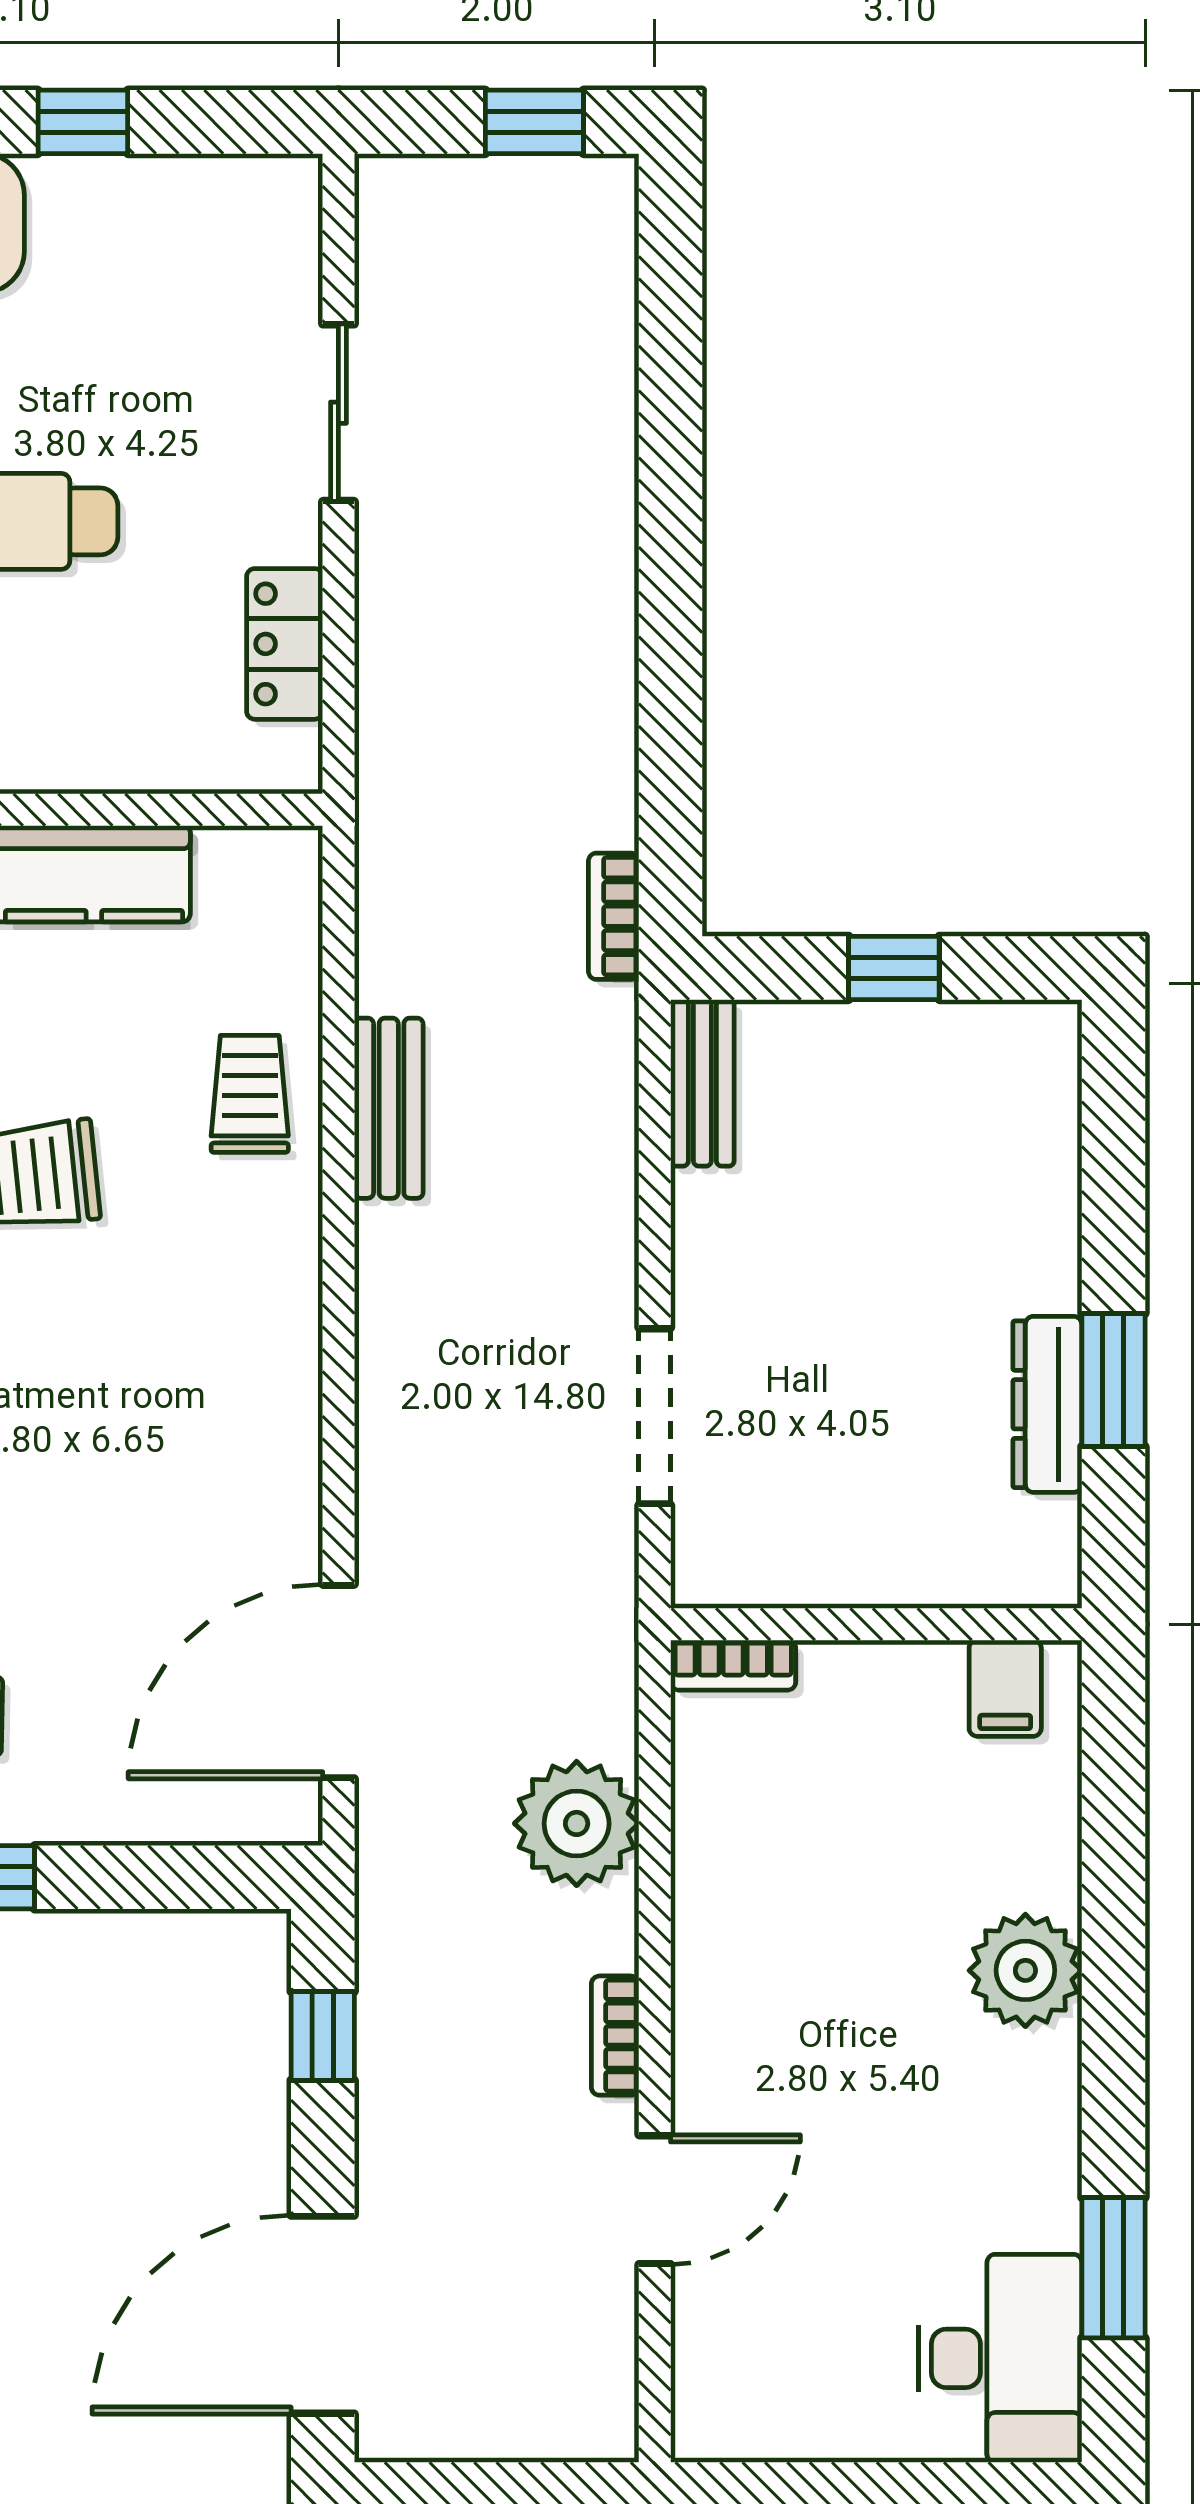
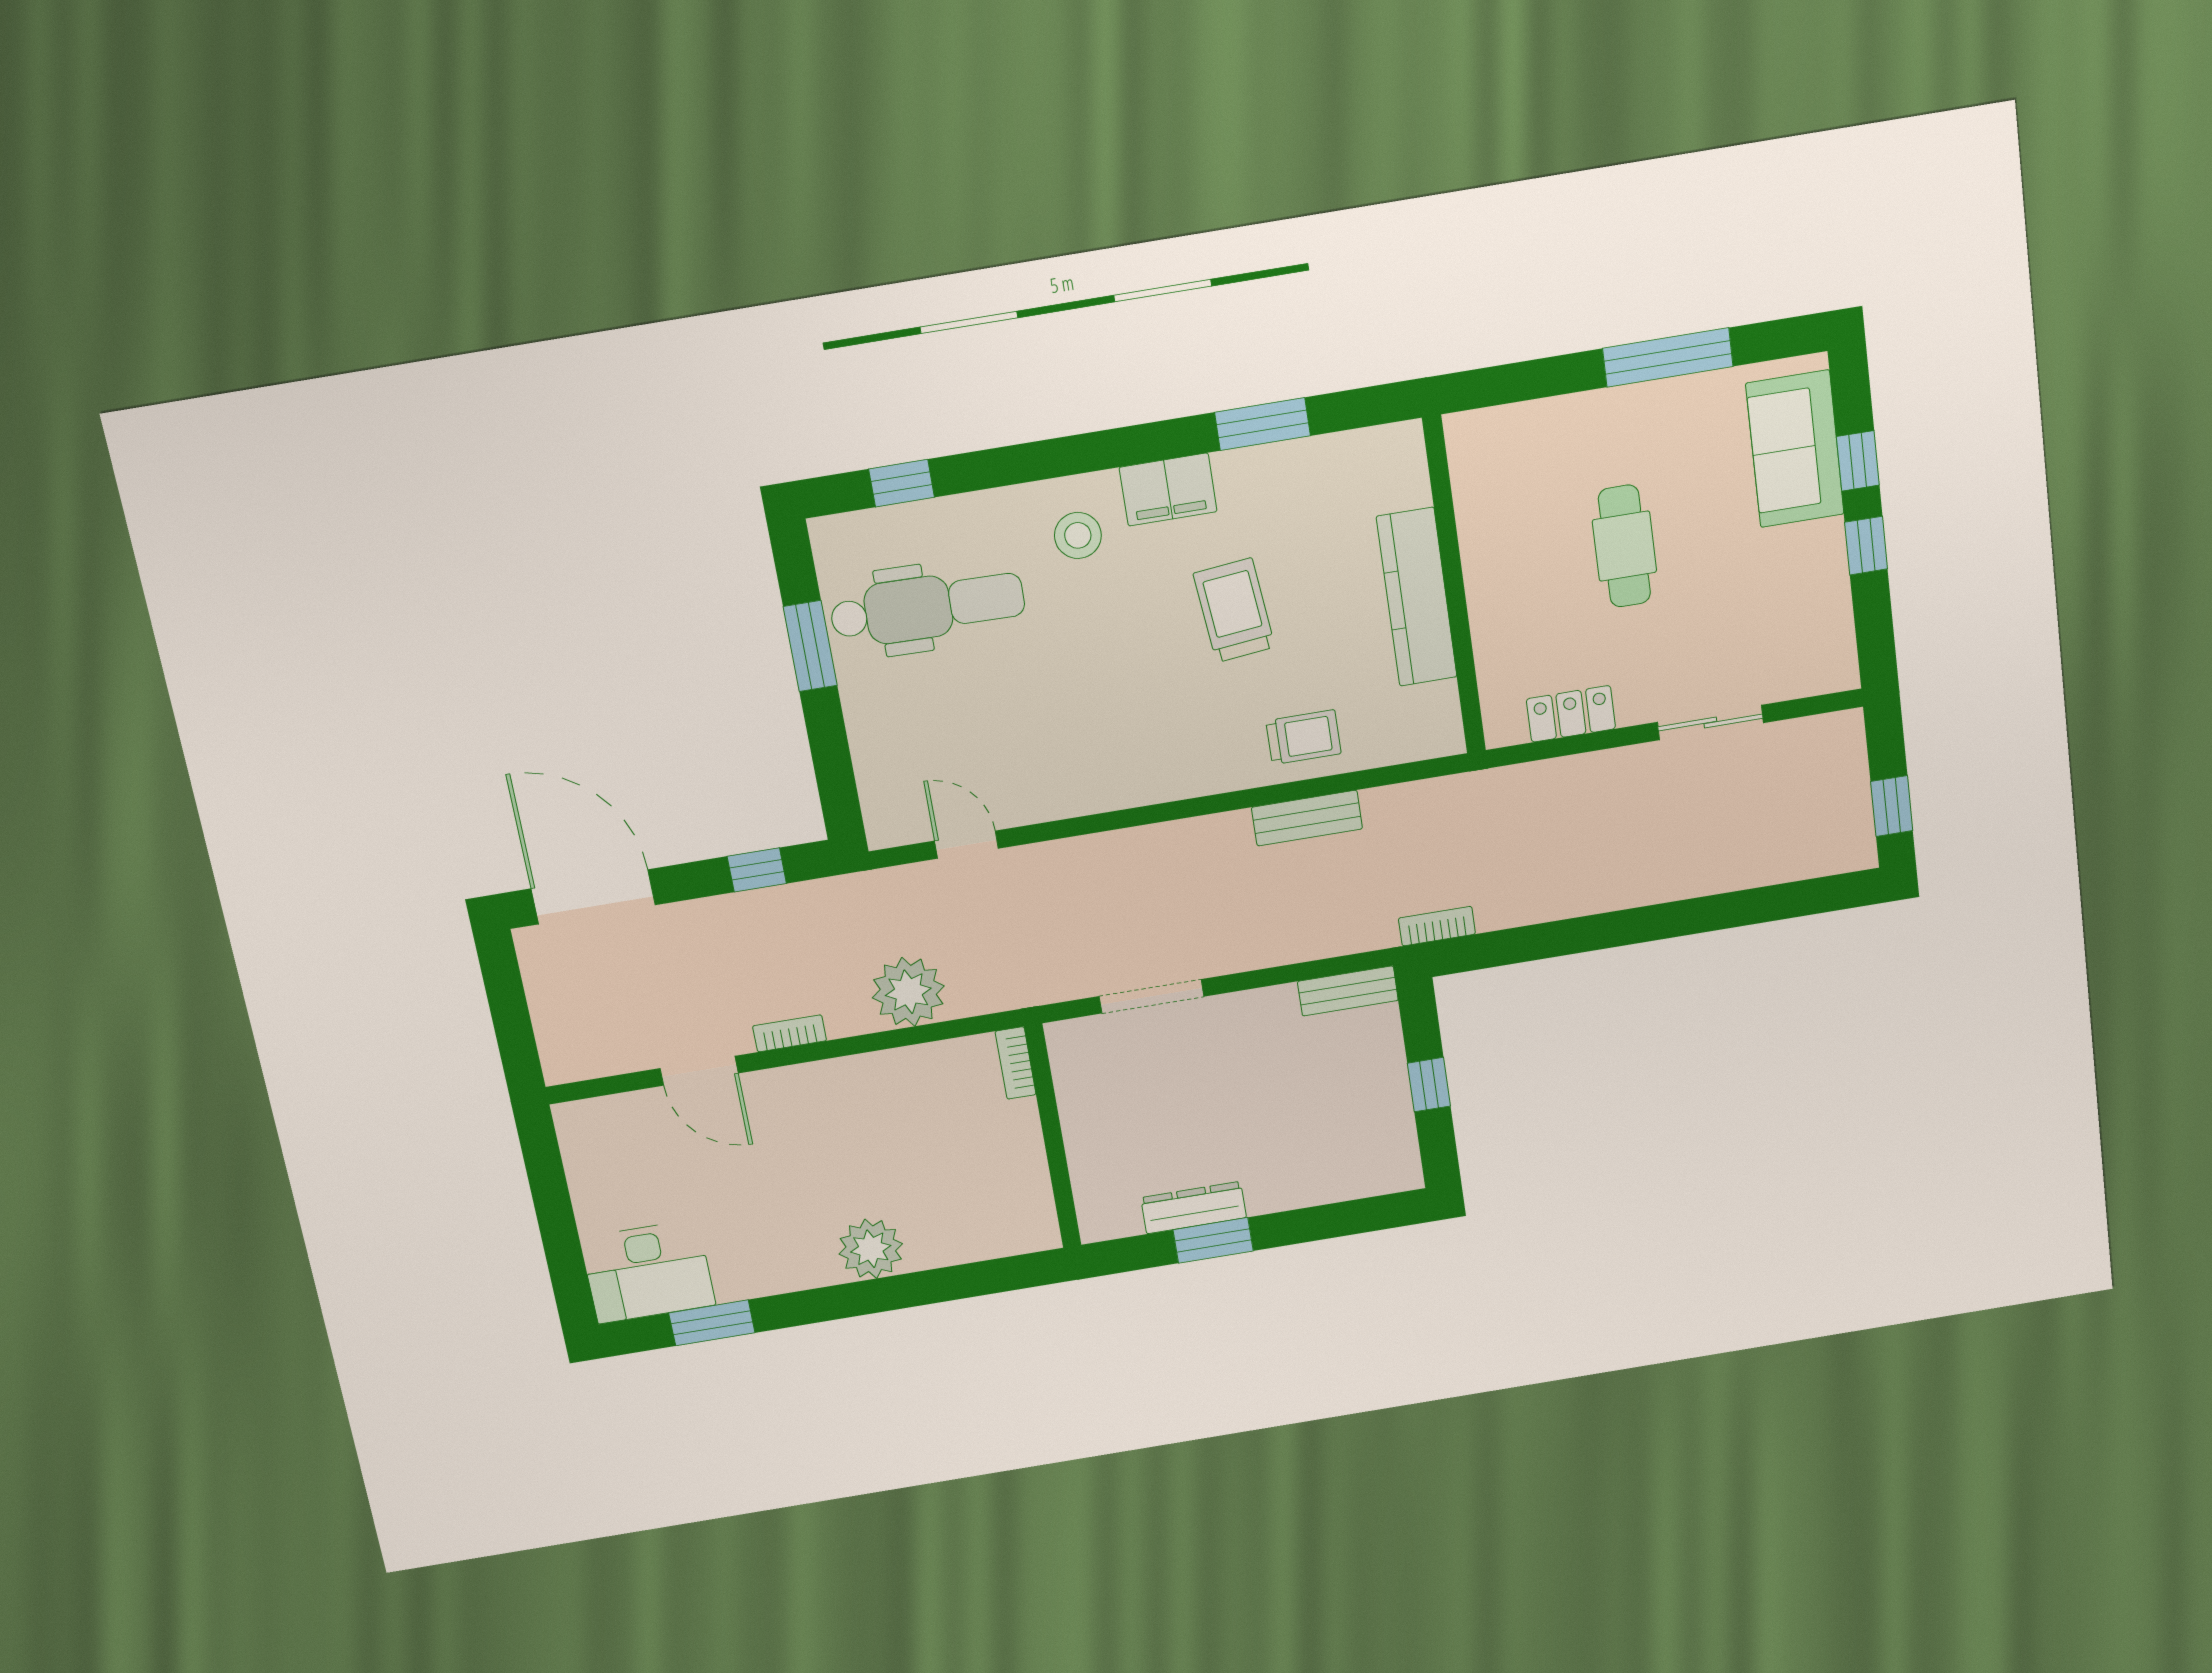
door: (338, 1682) -> (966, 845), width x0.53
filing cabinet: (1005, 1688) -> (1029, 1212), removed

